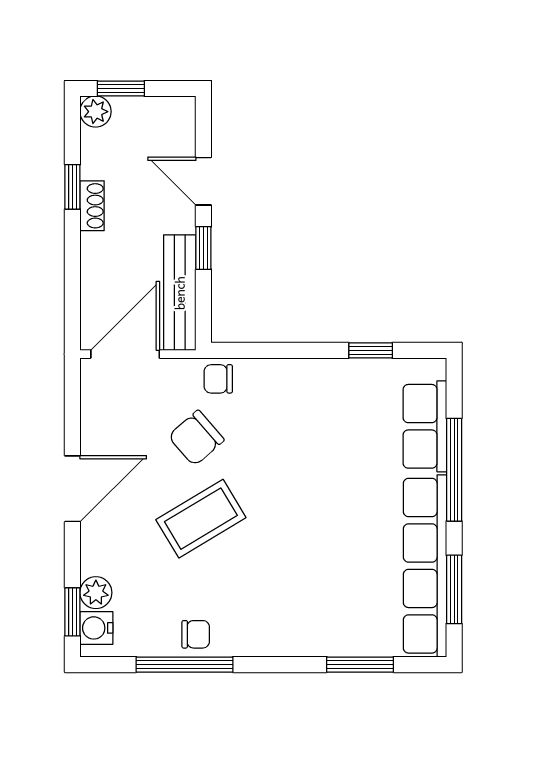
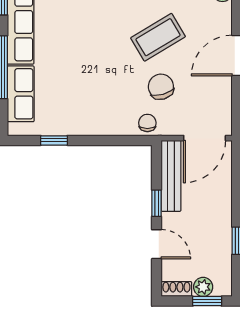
plant: (96, 112) -> (203, 287), moved
shoe rack: (92, 206) -> (176, 289), moved, turned 90
chair: (218, 379) -> (147, 123), turned -90
chair: (196, 438) -> (161, 87), turned -65

